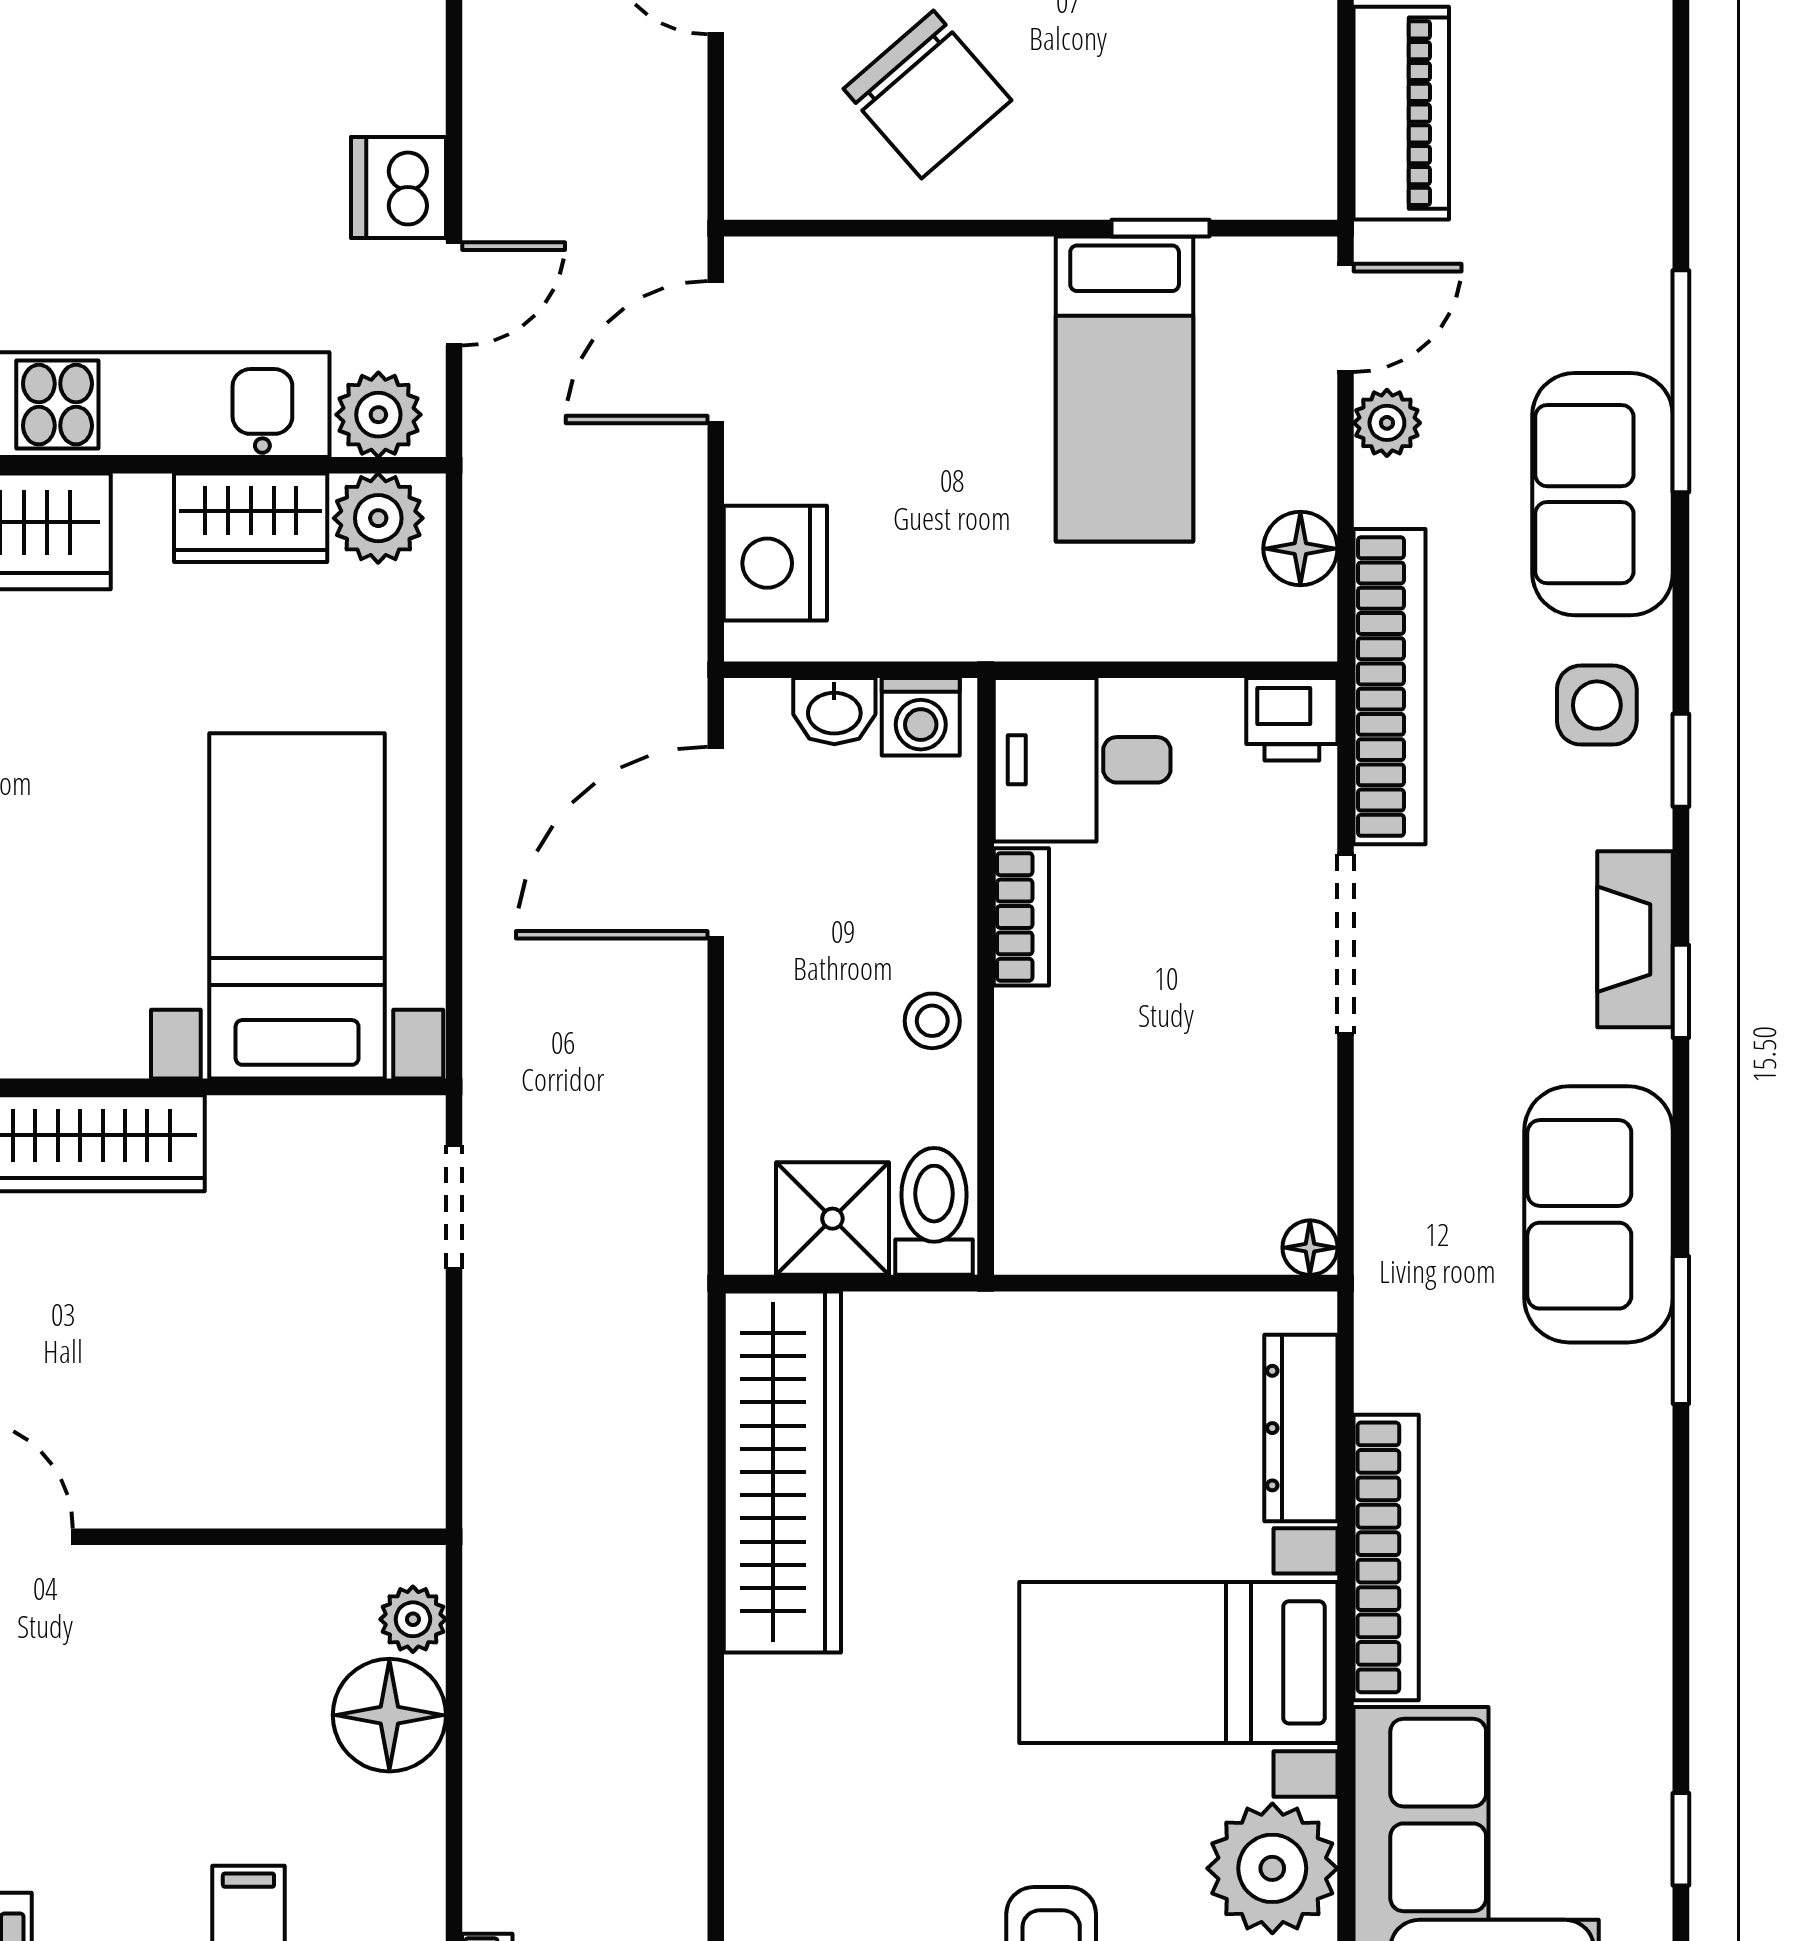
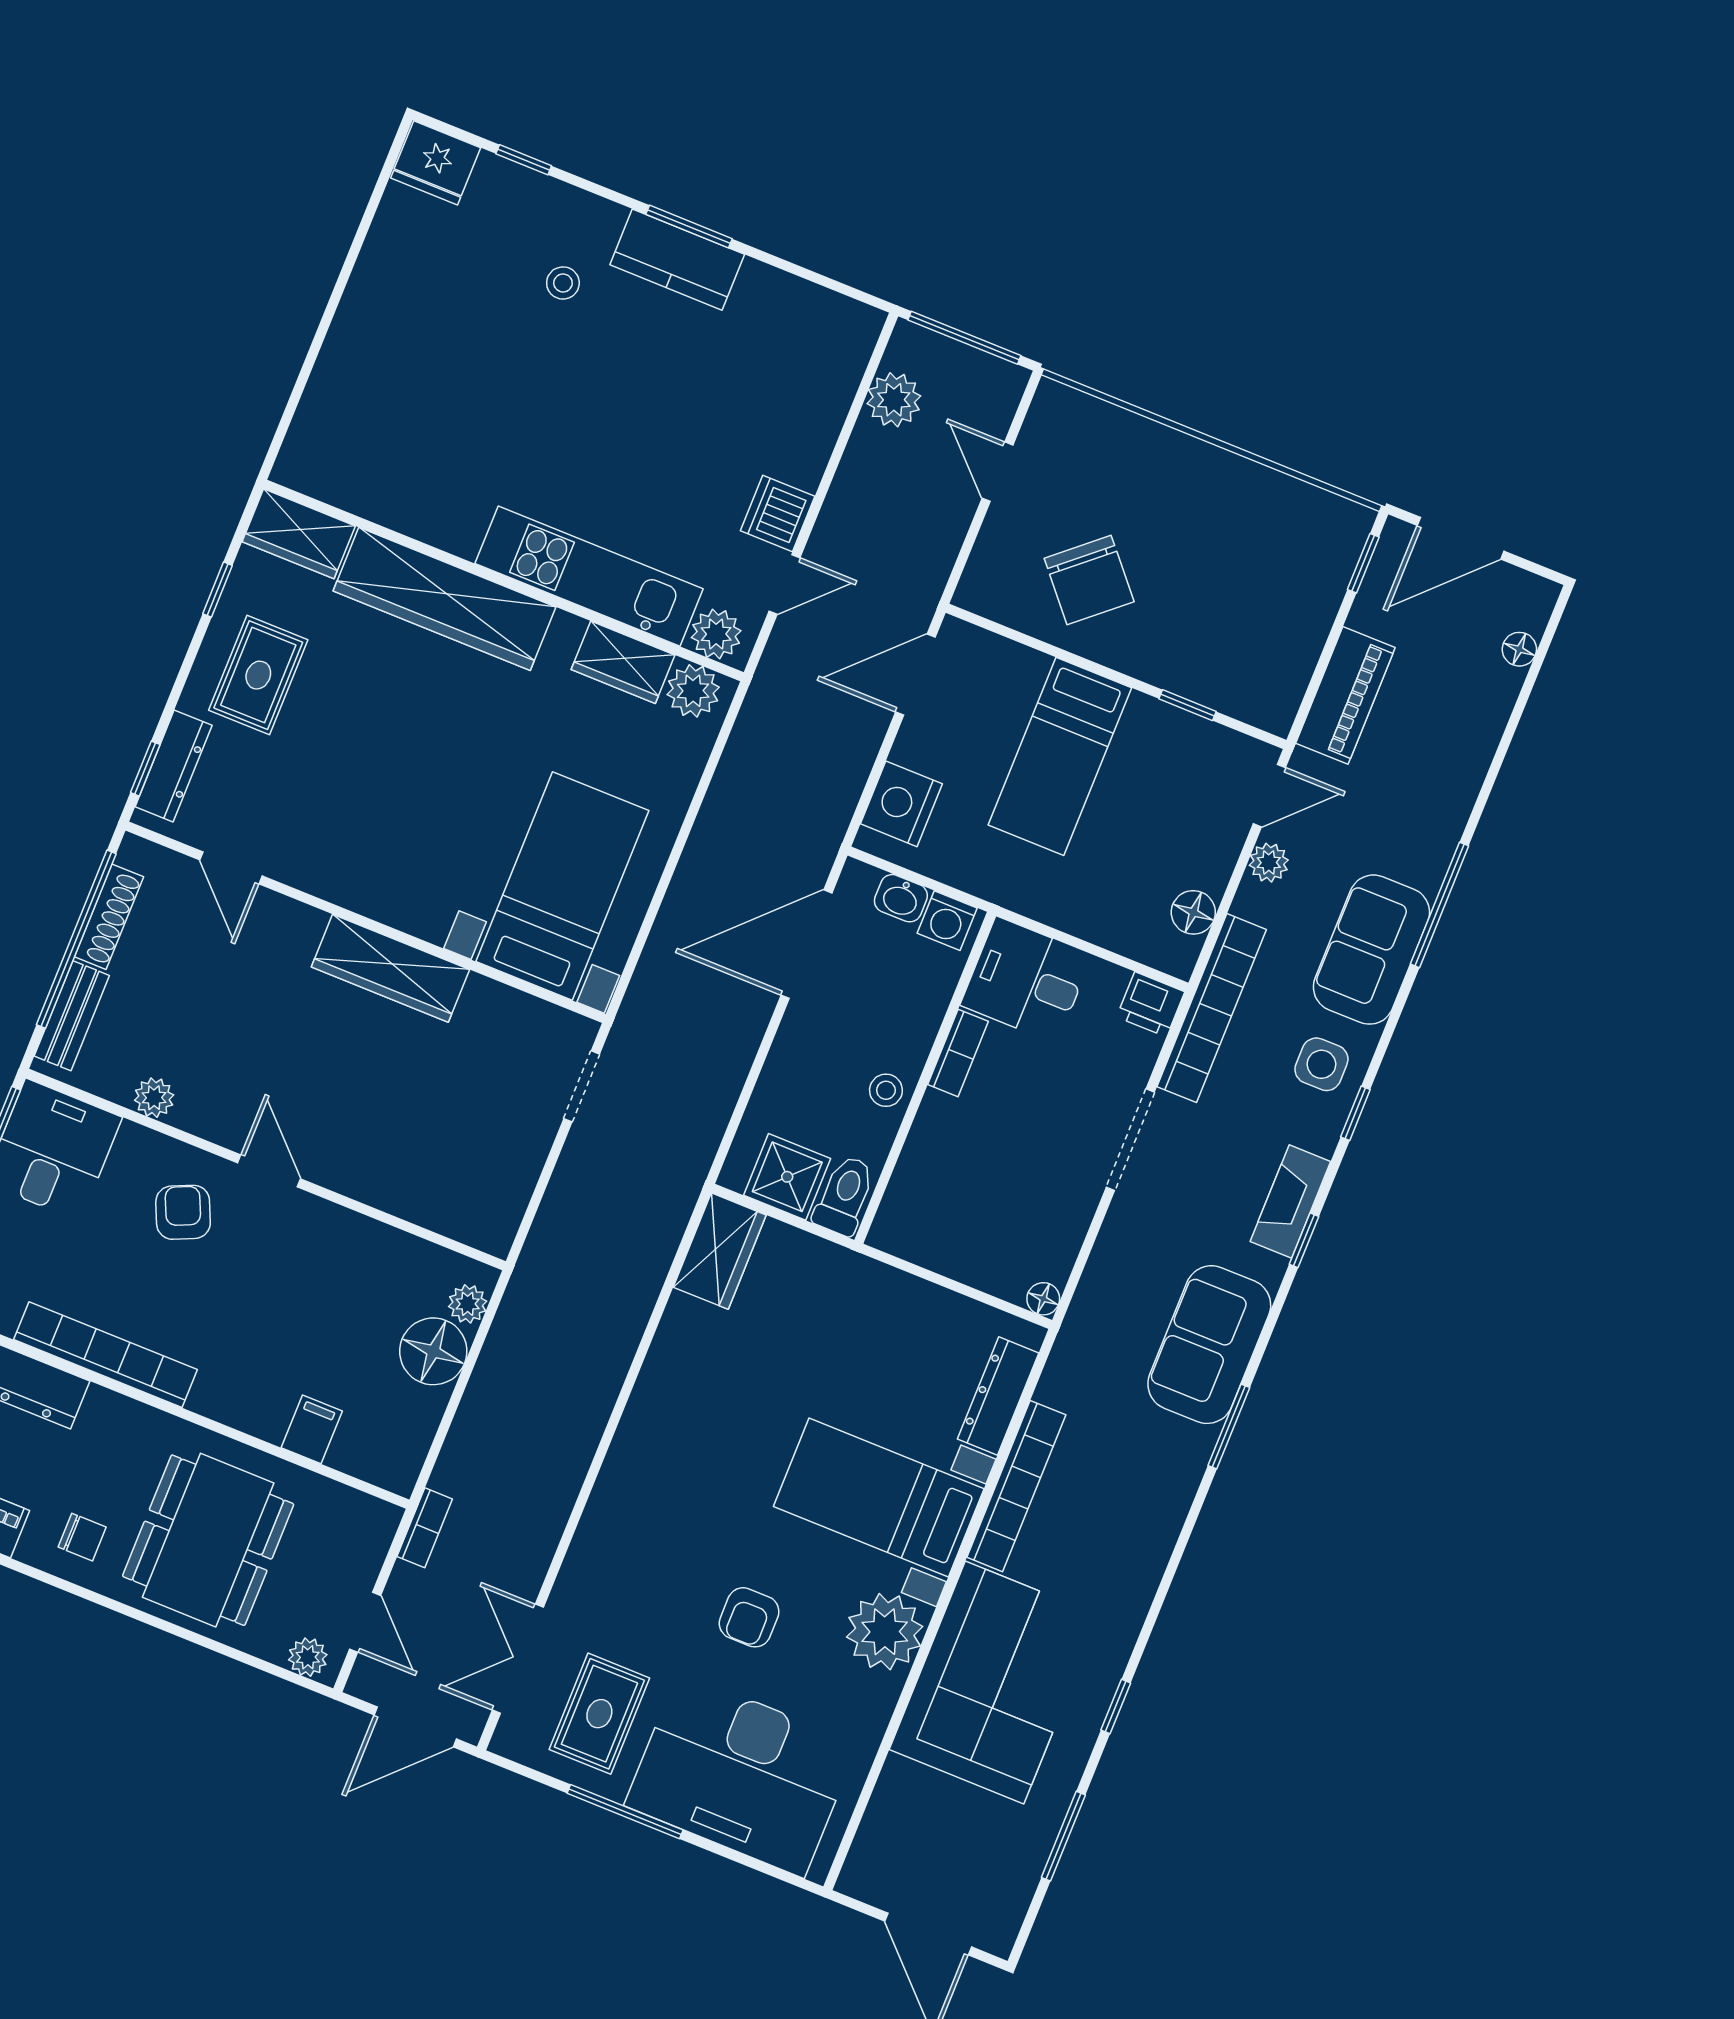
bed: (1125, 389) -> (1060, 756), moved
wardrobe: (782, 1472) -> (720, 1251), width x0.48, depth x0.85

